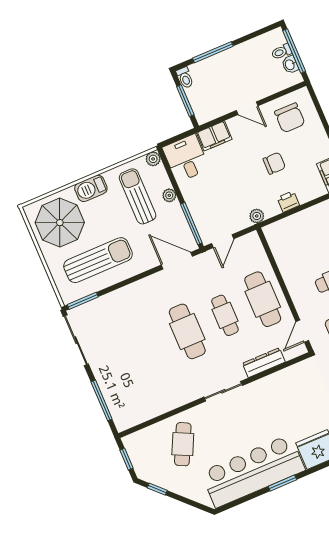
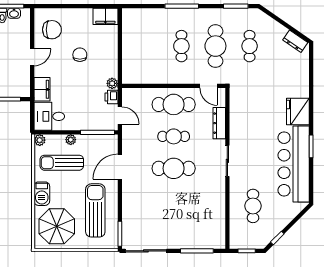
printer: (288, 202) -> (111, 97), moved
door: (177, 261) -> (120, 167), moved
cafe table: (183, 444) -> (253, 206), turned 64

